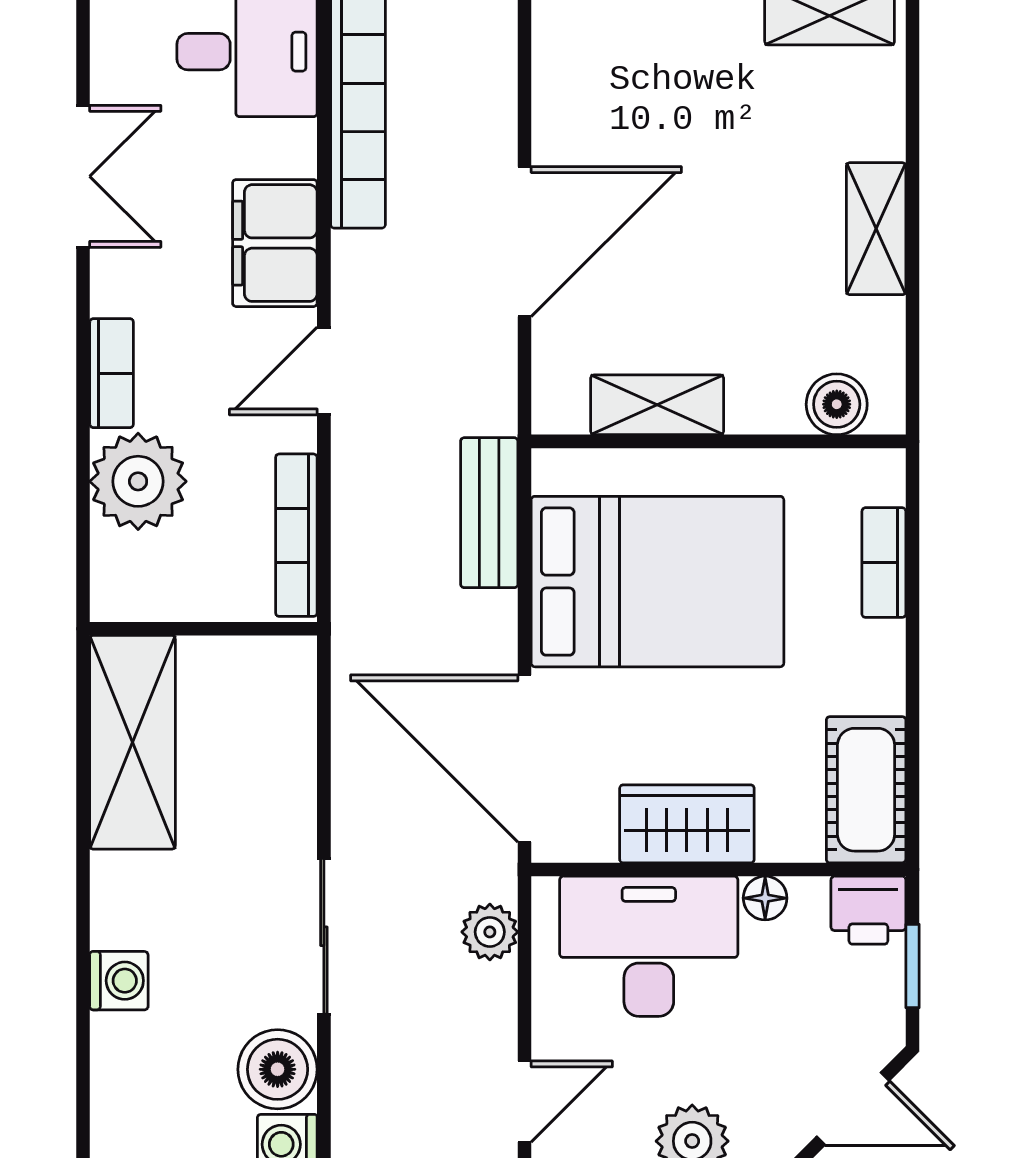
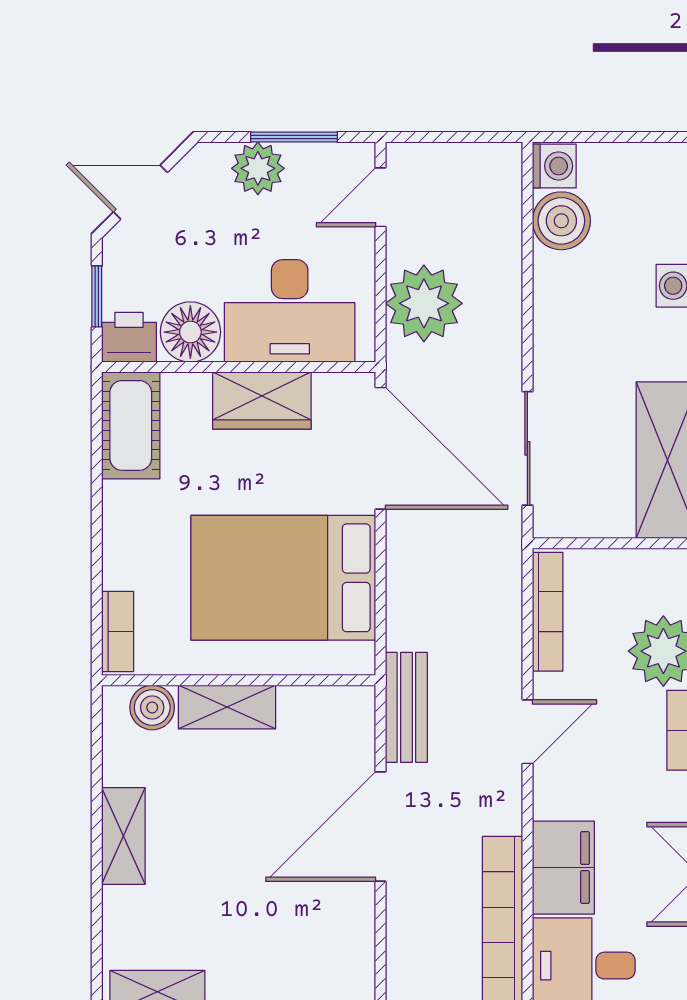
filing cabinet: (275, 243) -> (563, 868), moved
shelving: (657, 405) -> (227, 707), moved
bench: (489, 513) -> (406, 707), moved
bookcase: (884, 563) -> (118, 631), moved
floor lamp: (765, 898) -> (190, 332), width x1.89, depth x1.89
plant: (490, 932) -> (424, 303), width x1.88, depth x1.88
sliding door: (324, 936) -> (527, 448), moved

